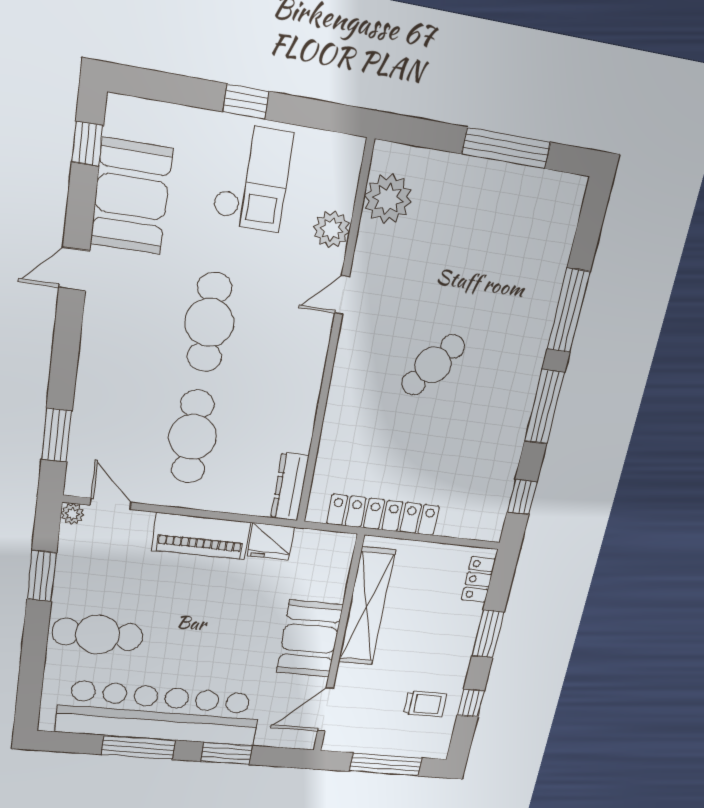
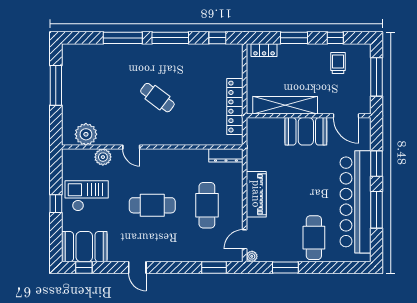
booth: (131, 196) -> (84, 247), moved
cafe table: (193, 437) -> (207, 205), turned 90
fridge: (271, 541) -> (255, 160), removed

